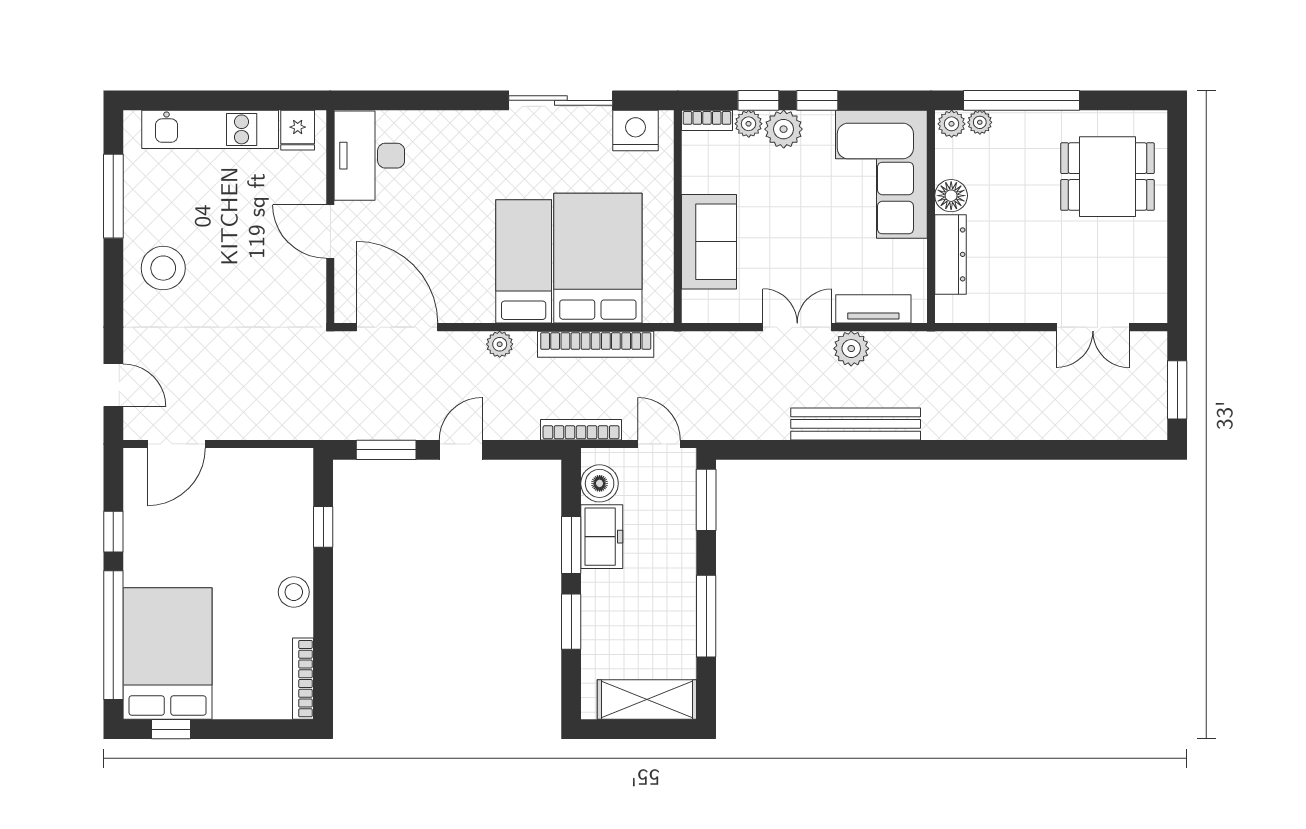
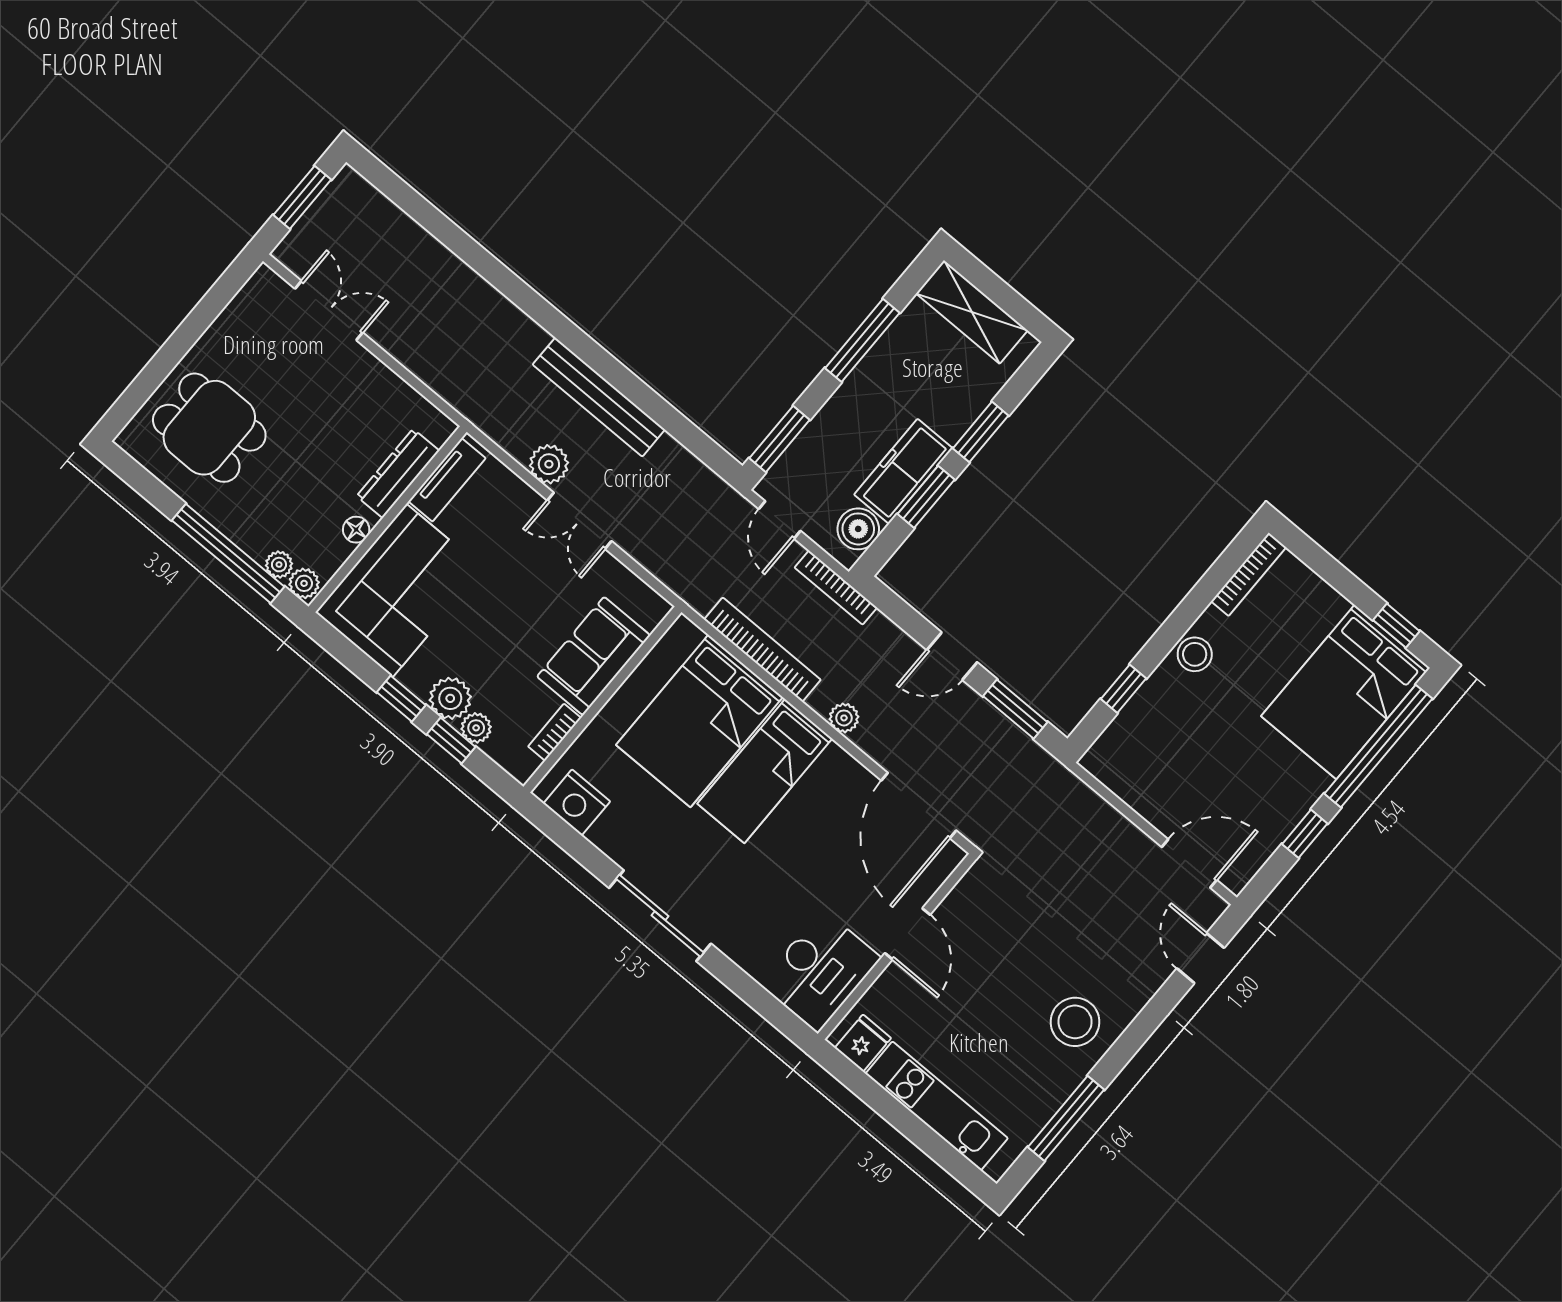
sliding door: (561, 100) -> (660, 916), moved
bookcase: (707, 120) -> (555, 732), moved, turned -90
floor lamp: (951, 196) -> (356, 530), width x0.73, depth x0.73
tv unit: (873, 309) -> (447, 480), moved, turned -90
freezer: (602, 537) -> (903, 471), width x1.40

